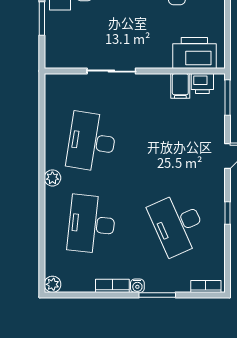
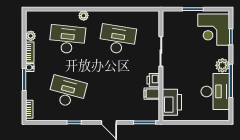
printer: (202, 83) -> (153, 80), moved
plant: (52, 178) -> (84, 16), moved
desk: (178, 224) -> (67, 92), turned 39
plant: (53, 284) -> (31, 36), moved

